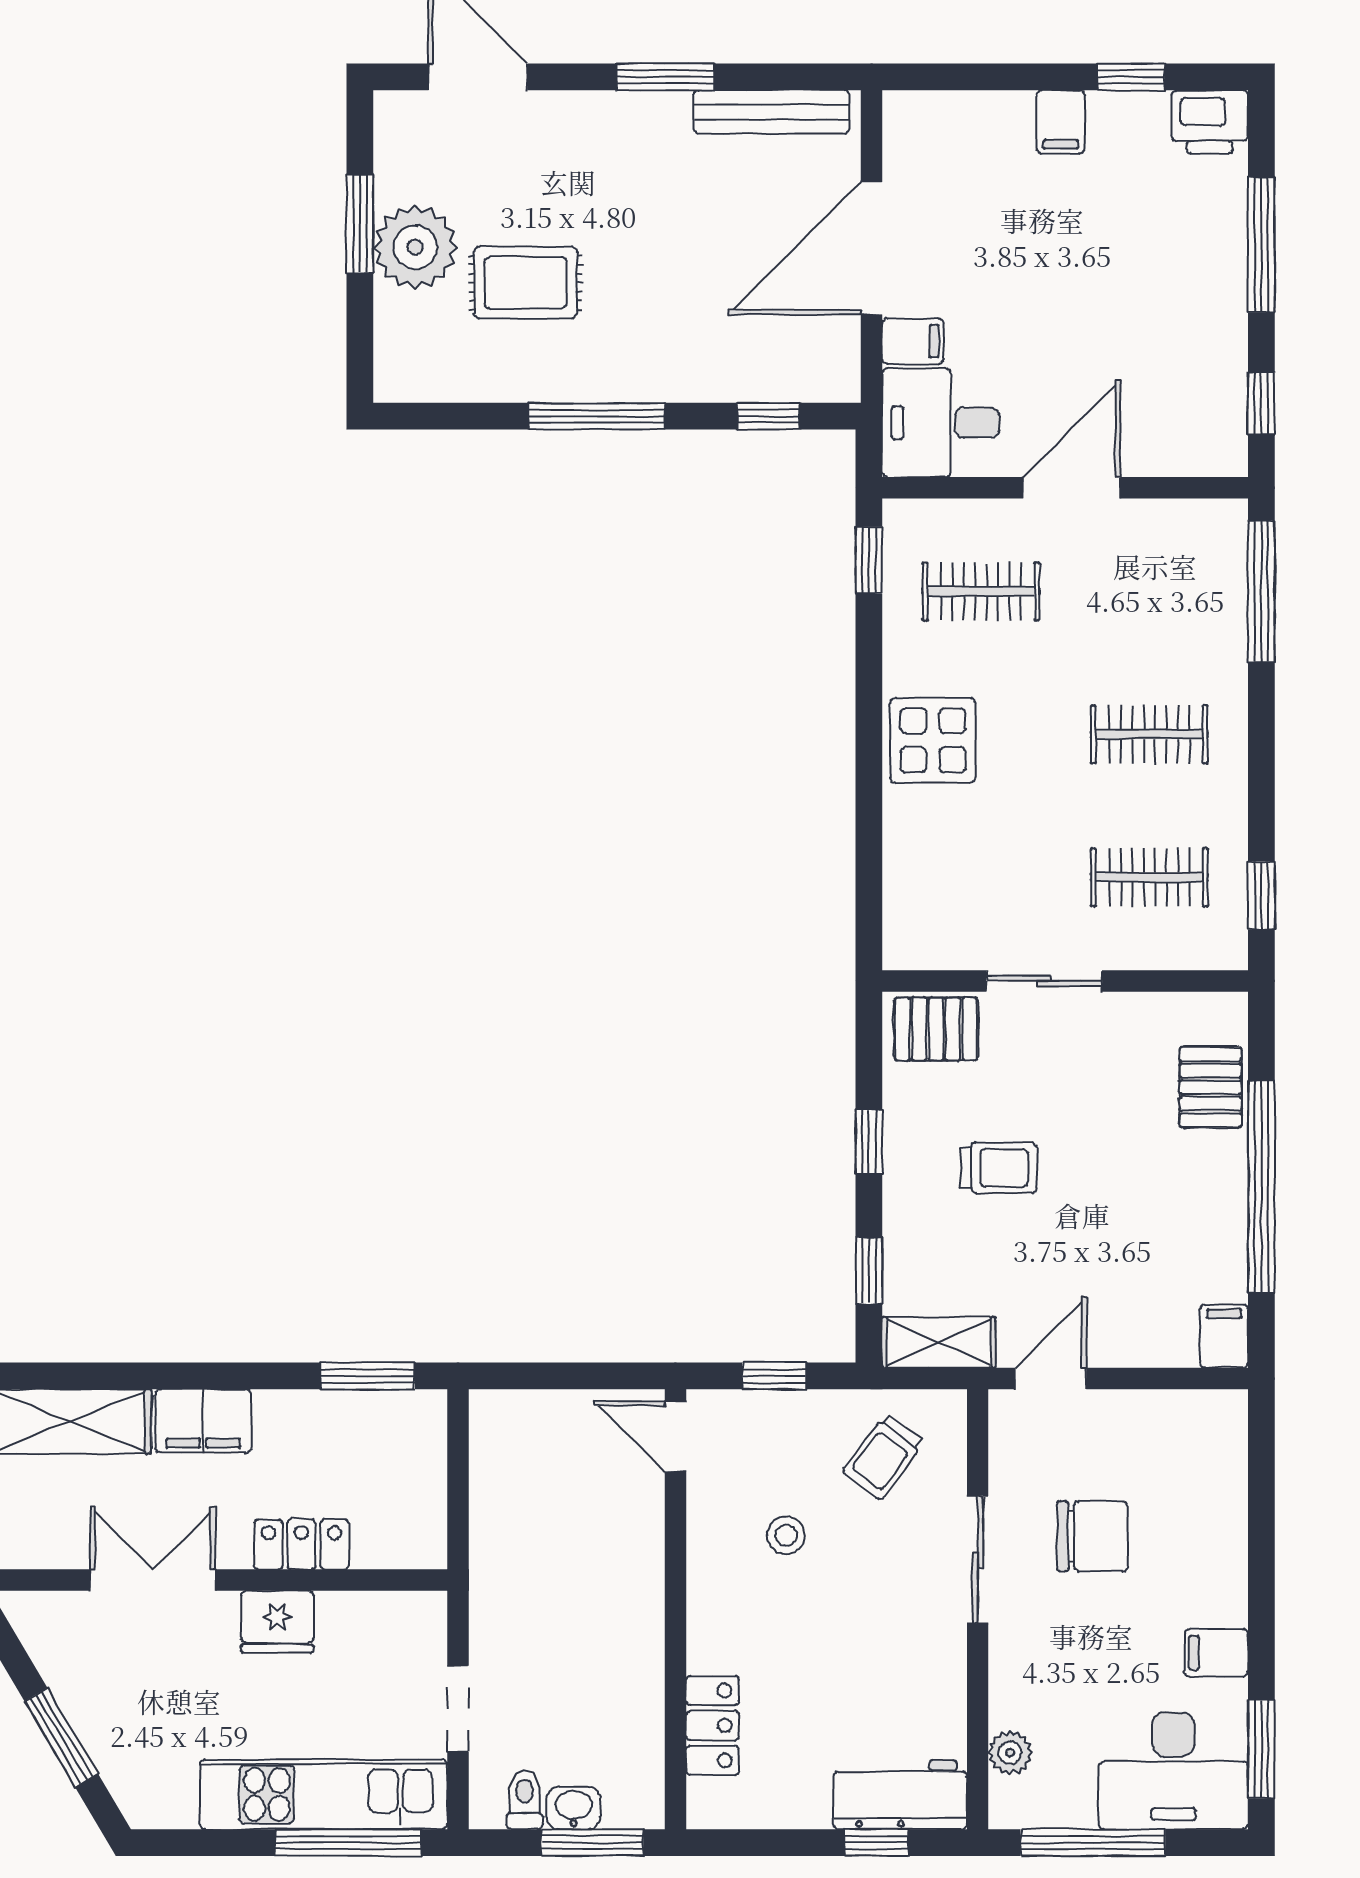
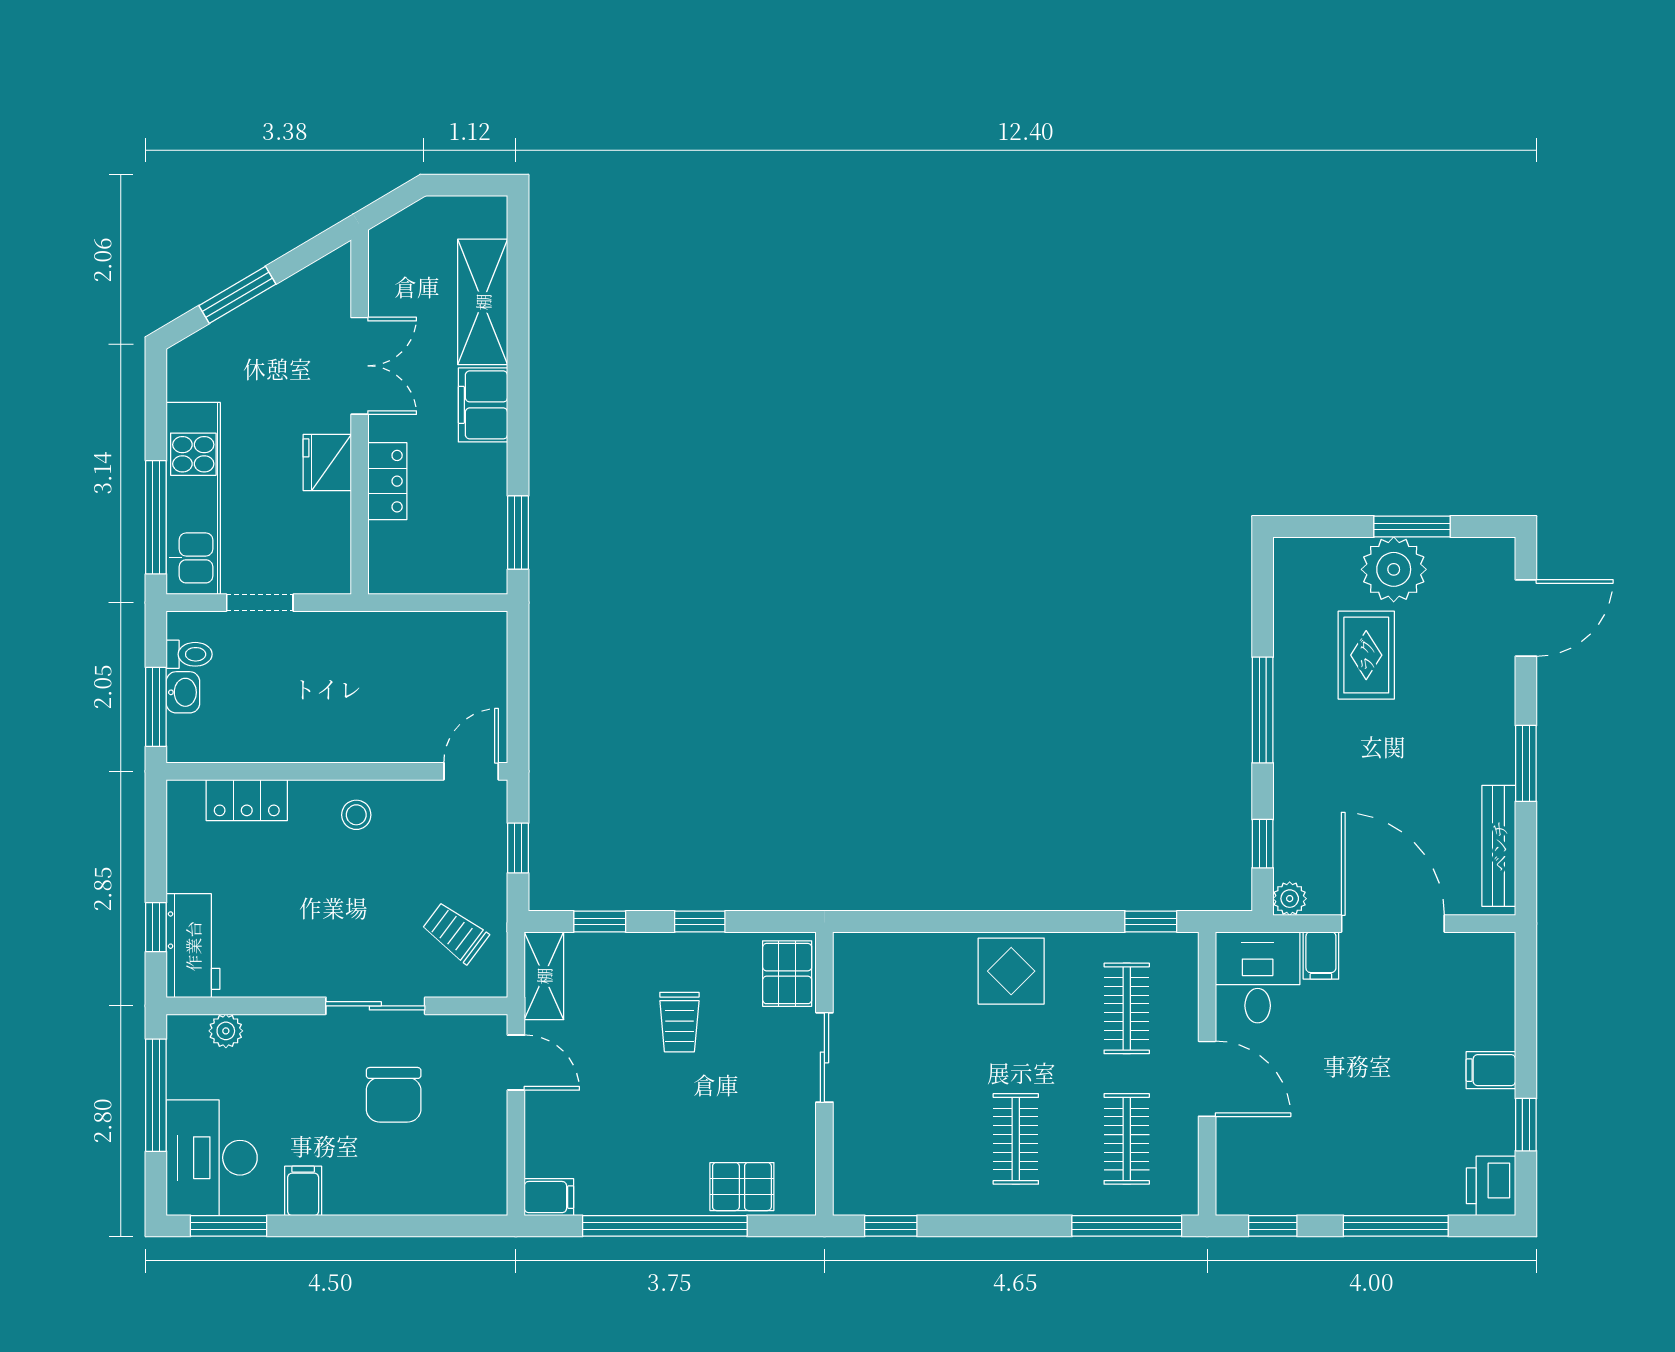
plant: (839, 381) -> (1290, 899), added
clothes rail: (1149, 877) -> (1127, 1139), moved
stool: (786, 1535) -> (356, 815), moved

